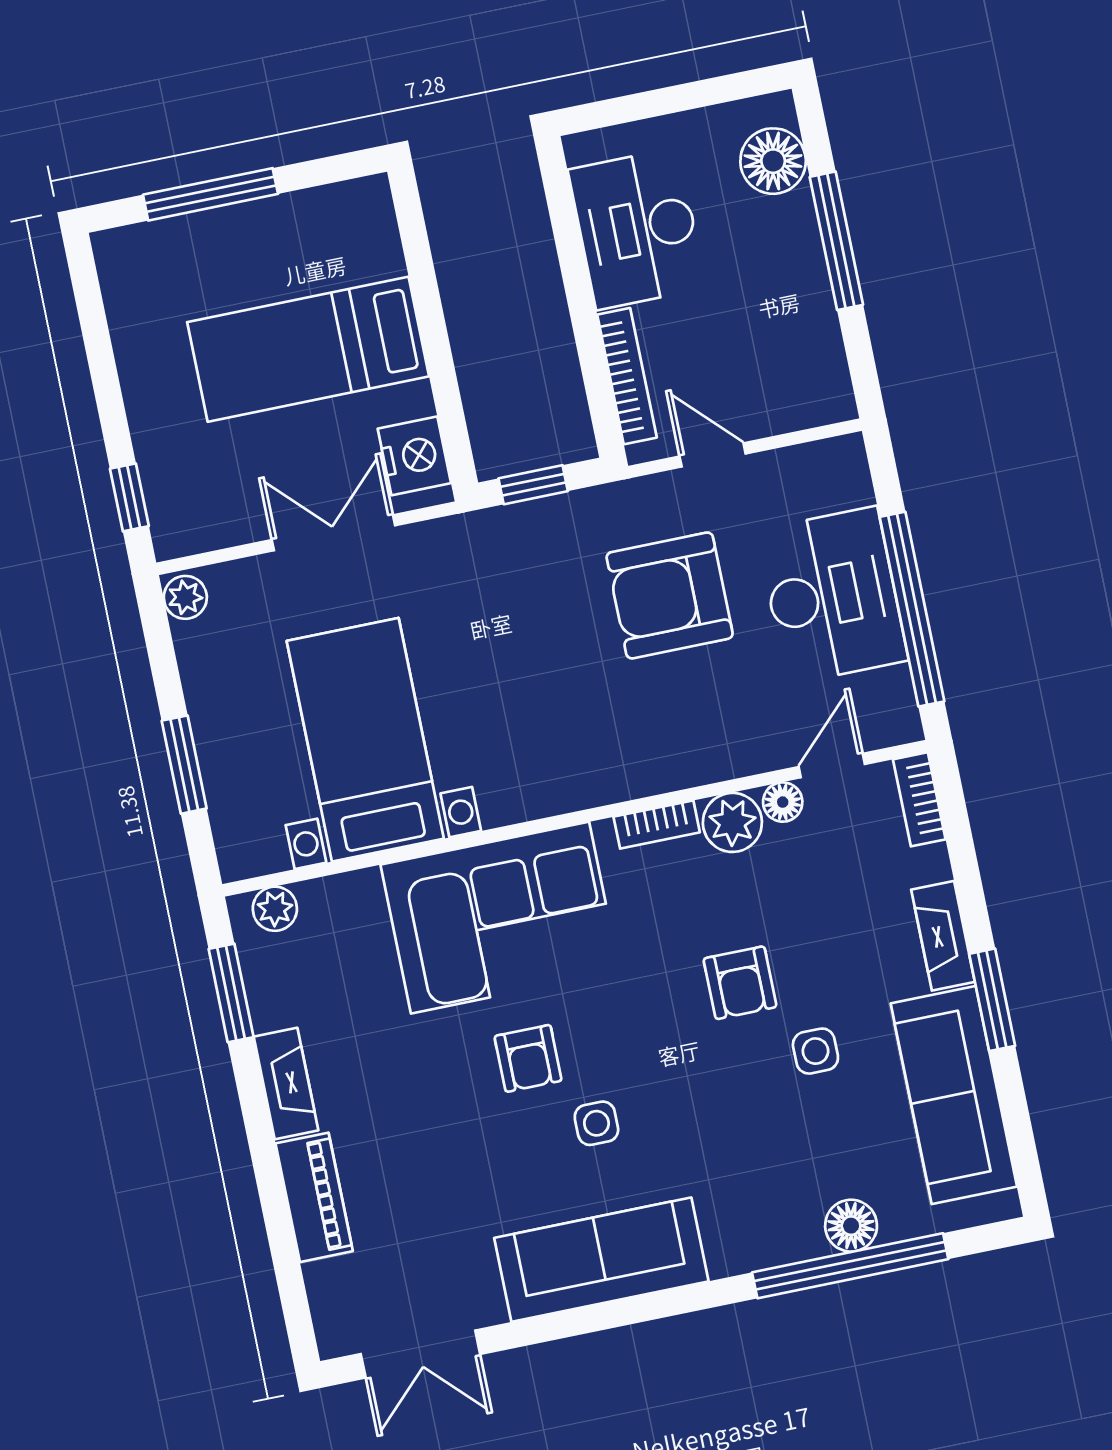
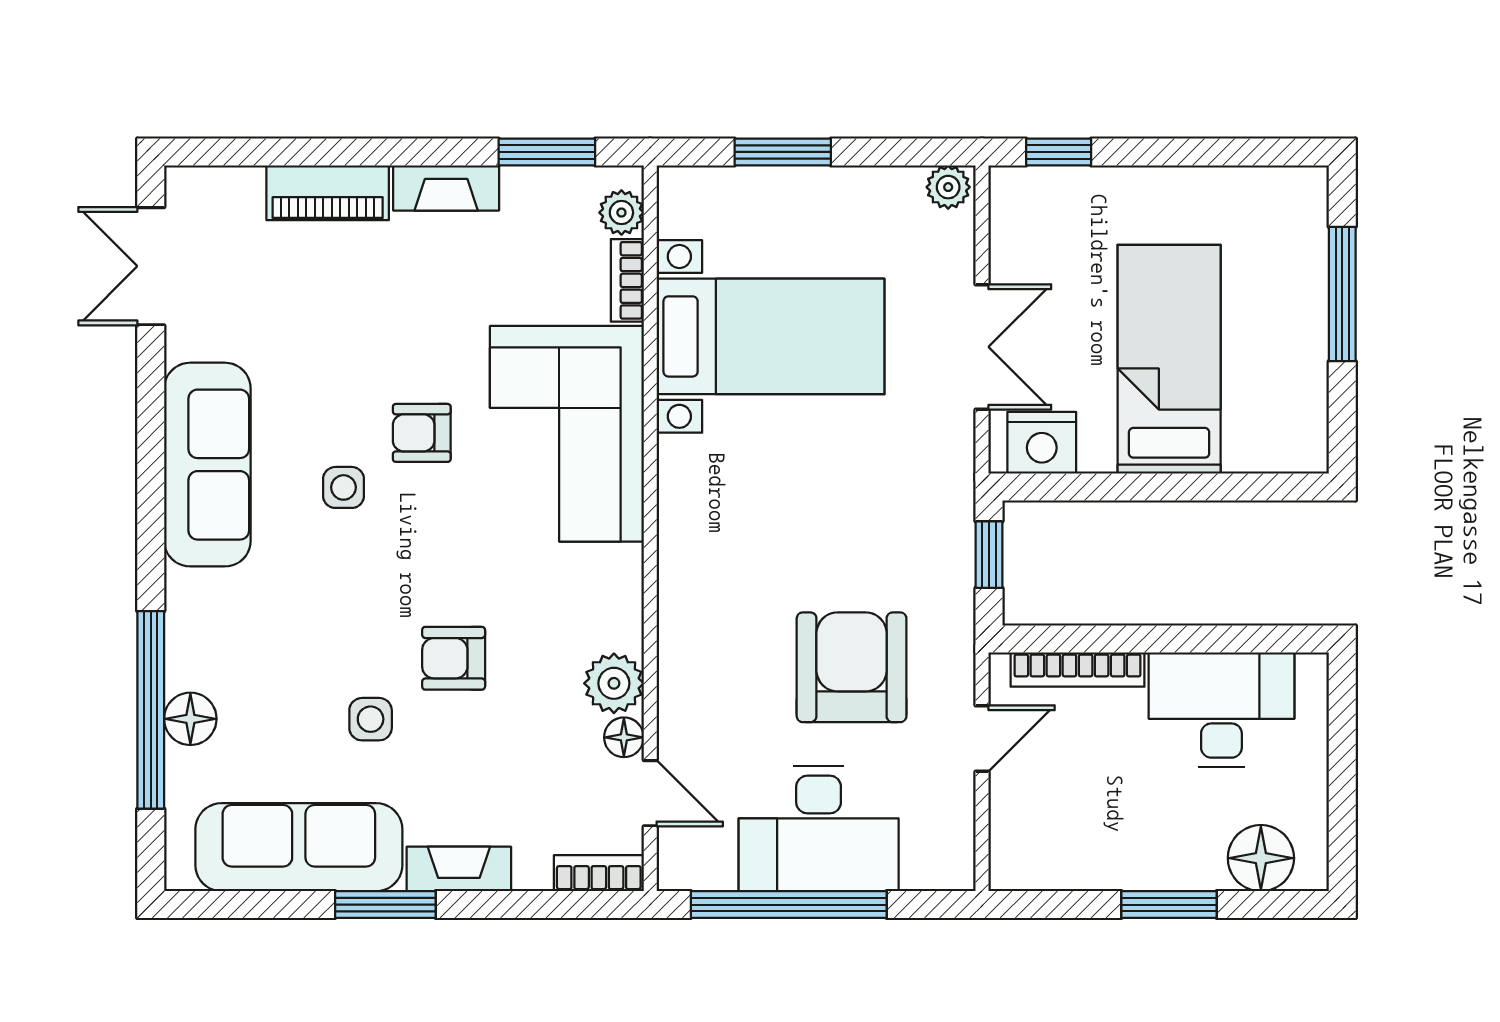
window: (836, 241) -> (1169, 905), width x0.69
bookcase: (657, 825) -> (627, 280), moved

